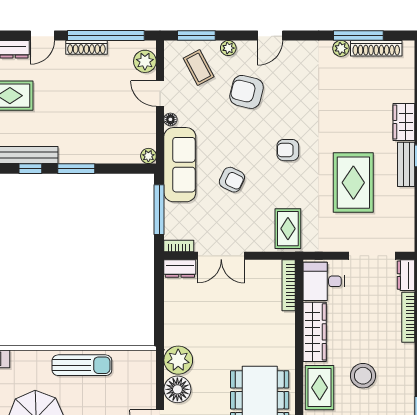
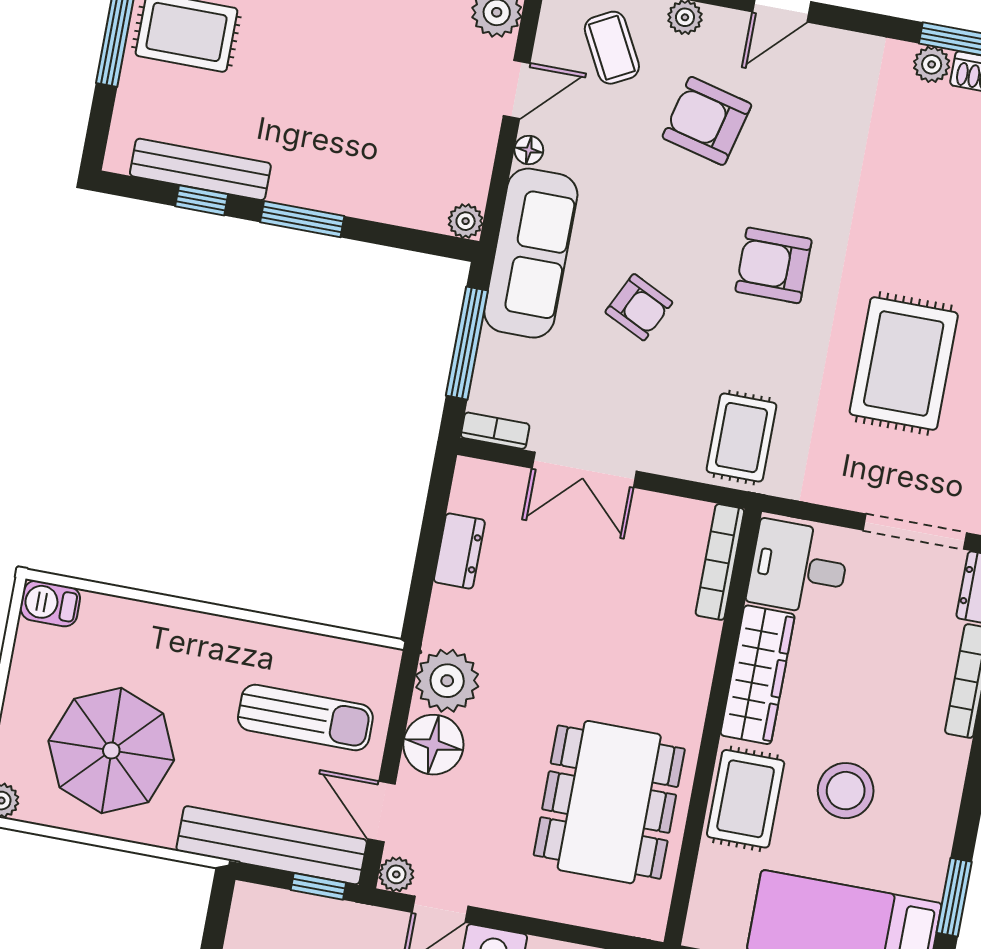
door: (160, 94) -> (517, 89), swing flipped
armchair: (288, 150) -> (774, 265), width x1.38, depth x1.38
dresser: (180, 269) -> (459, 551), moved, turned -90
sun lounger: (82, 365) -> (305, 718), moved

